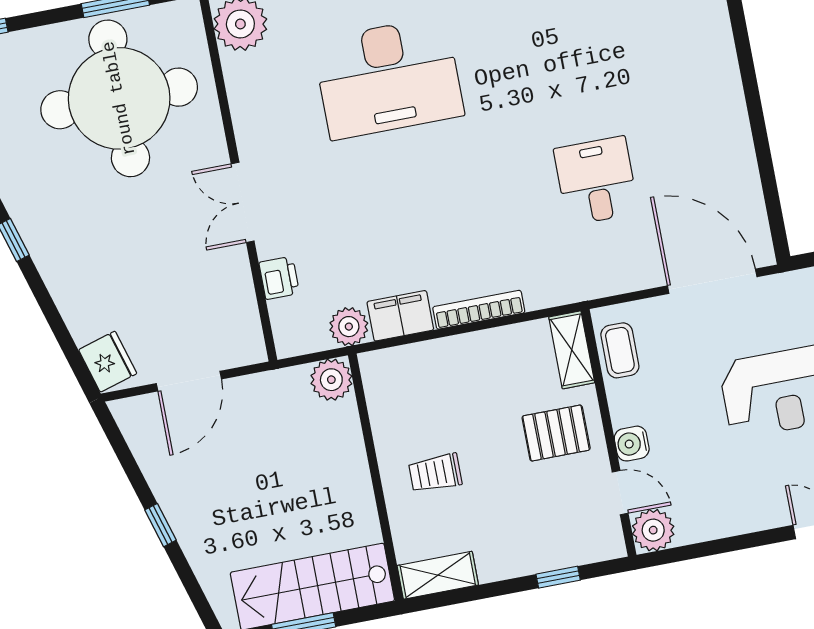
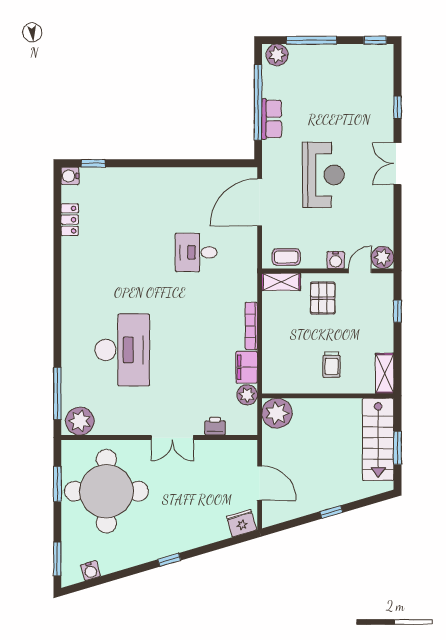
plant: (331, 380) -> (277, 413), width x1.36, depth x1.36

